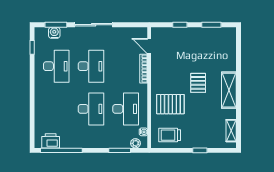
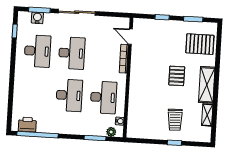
pallet: (170, 104) -> (200, 44), moved
shelving: (231, 131) -> (207, 115), moved
trolley: (170, 135) -> (175, 120), moved, turned -92

